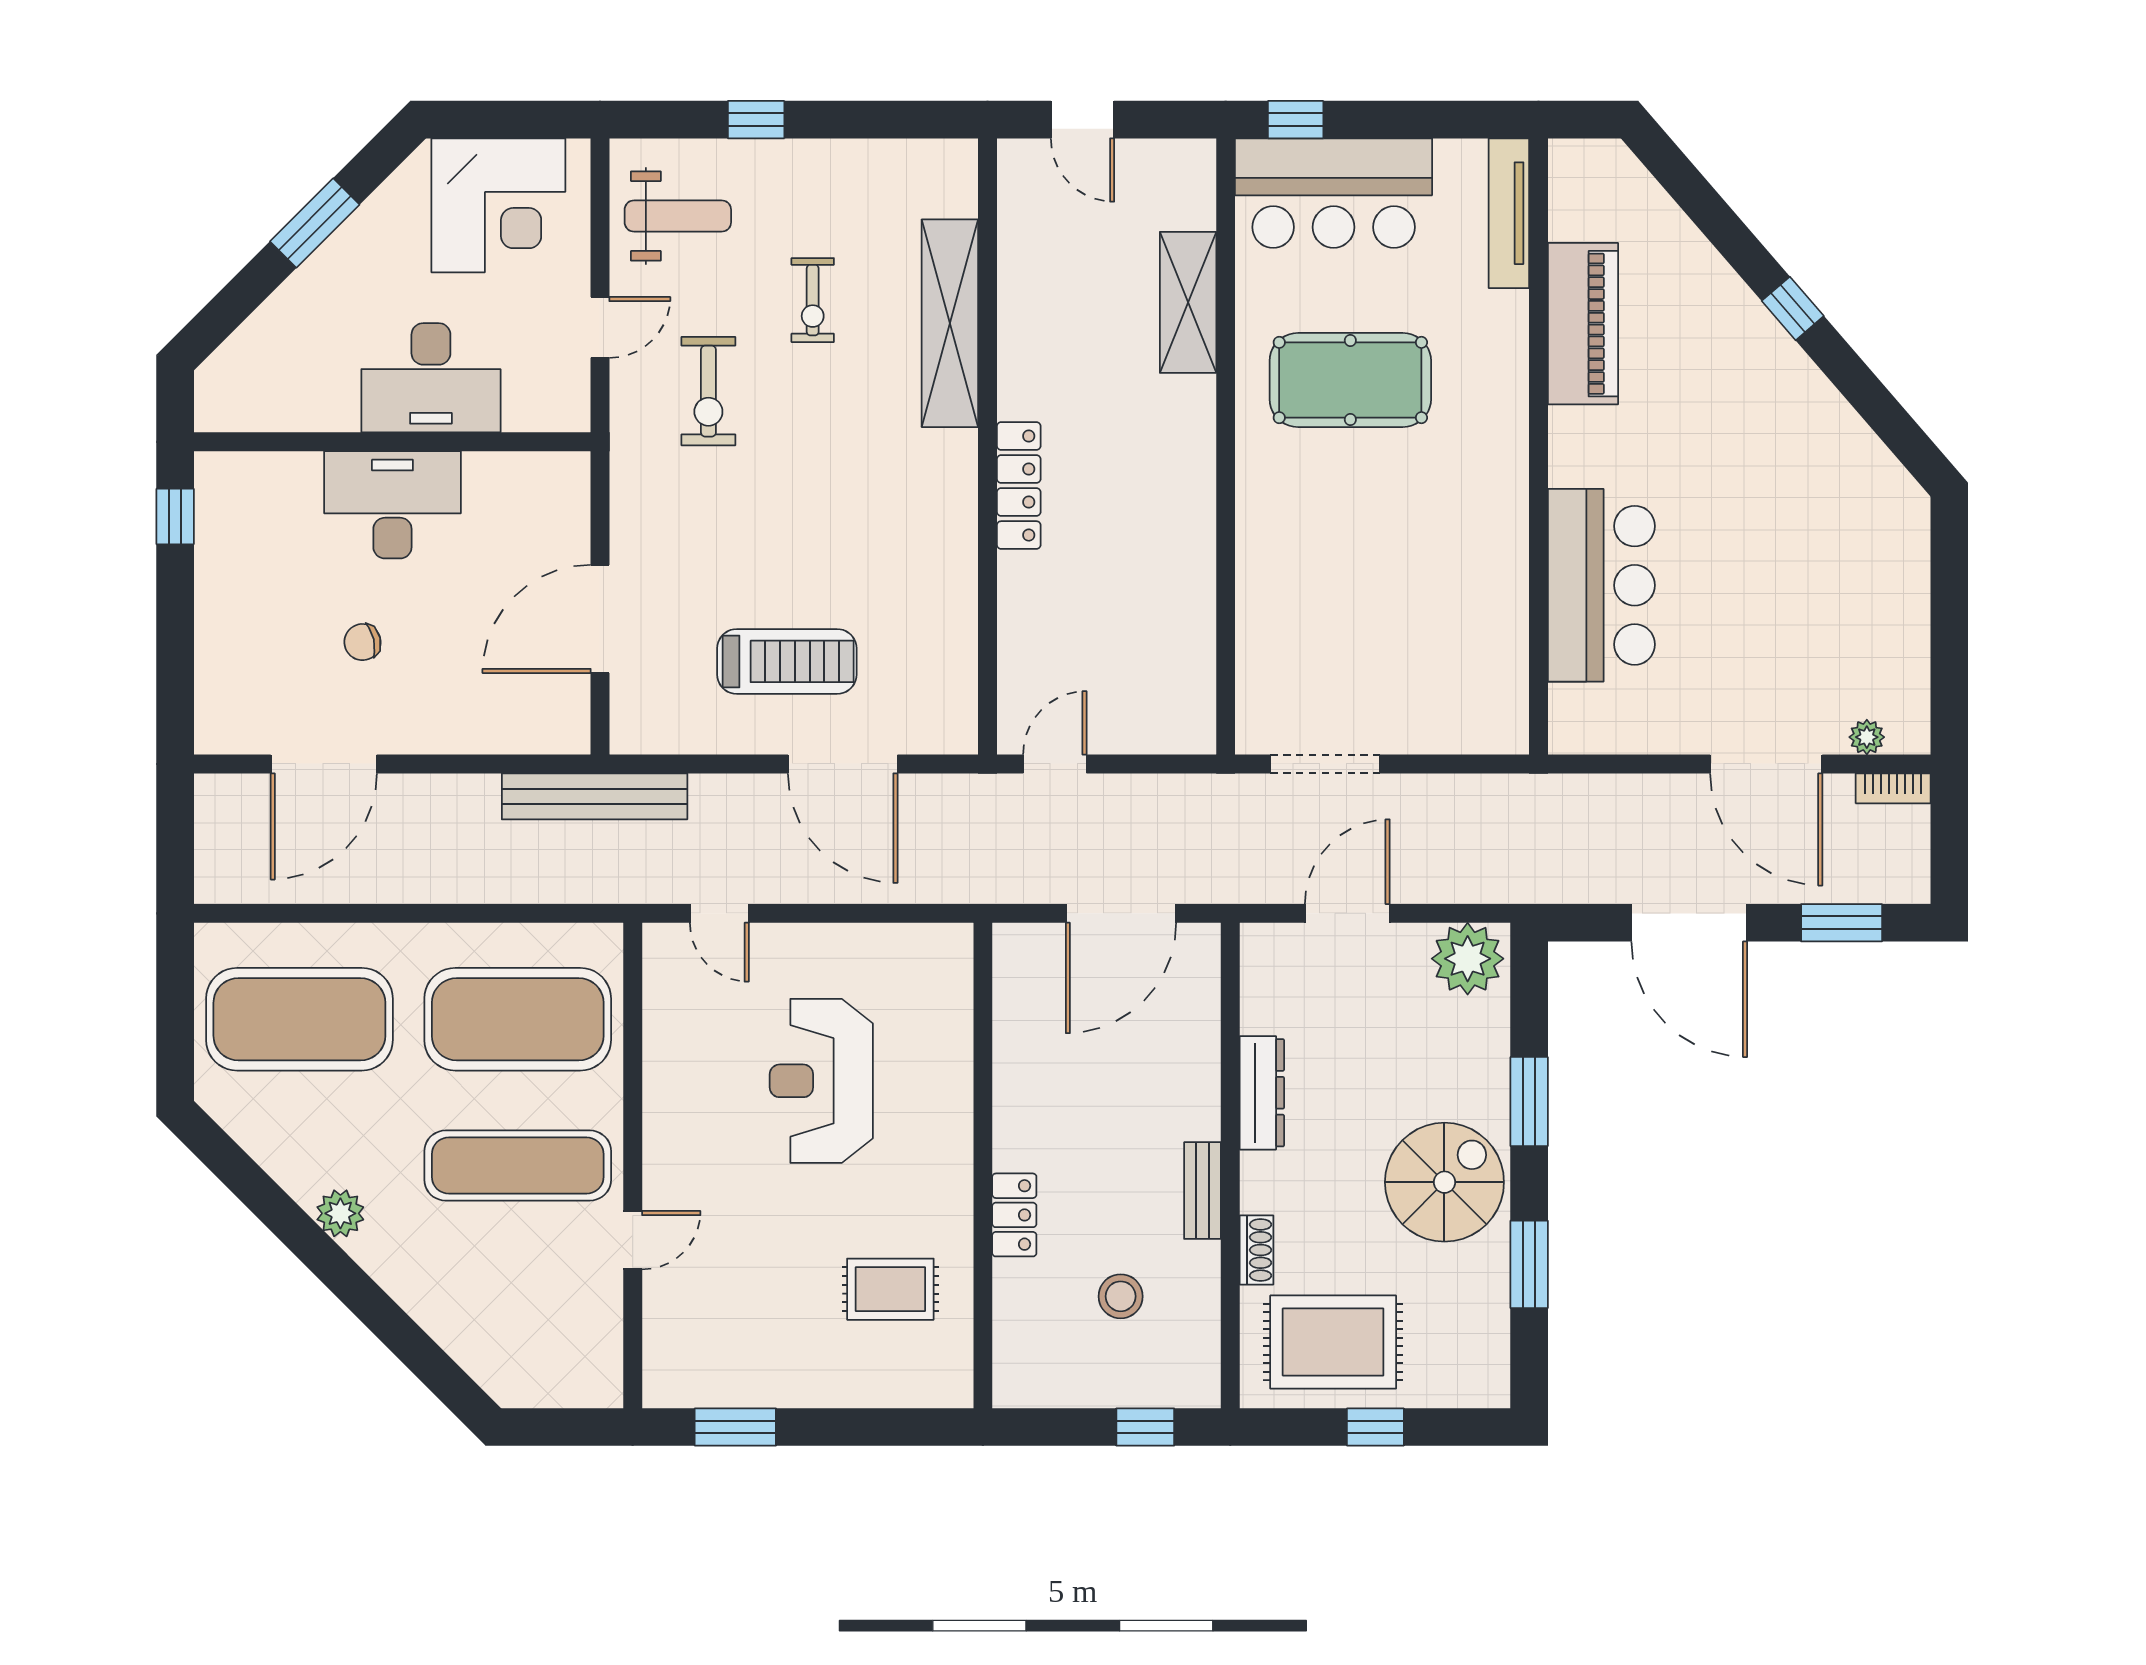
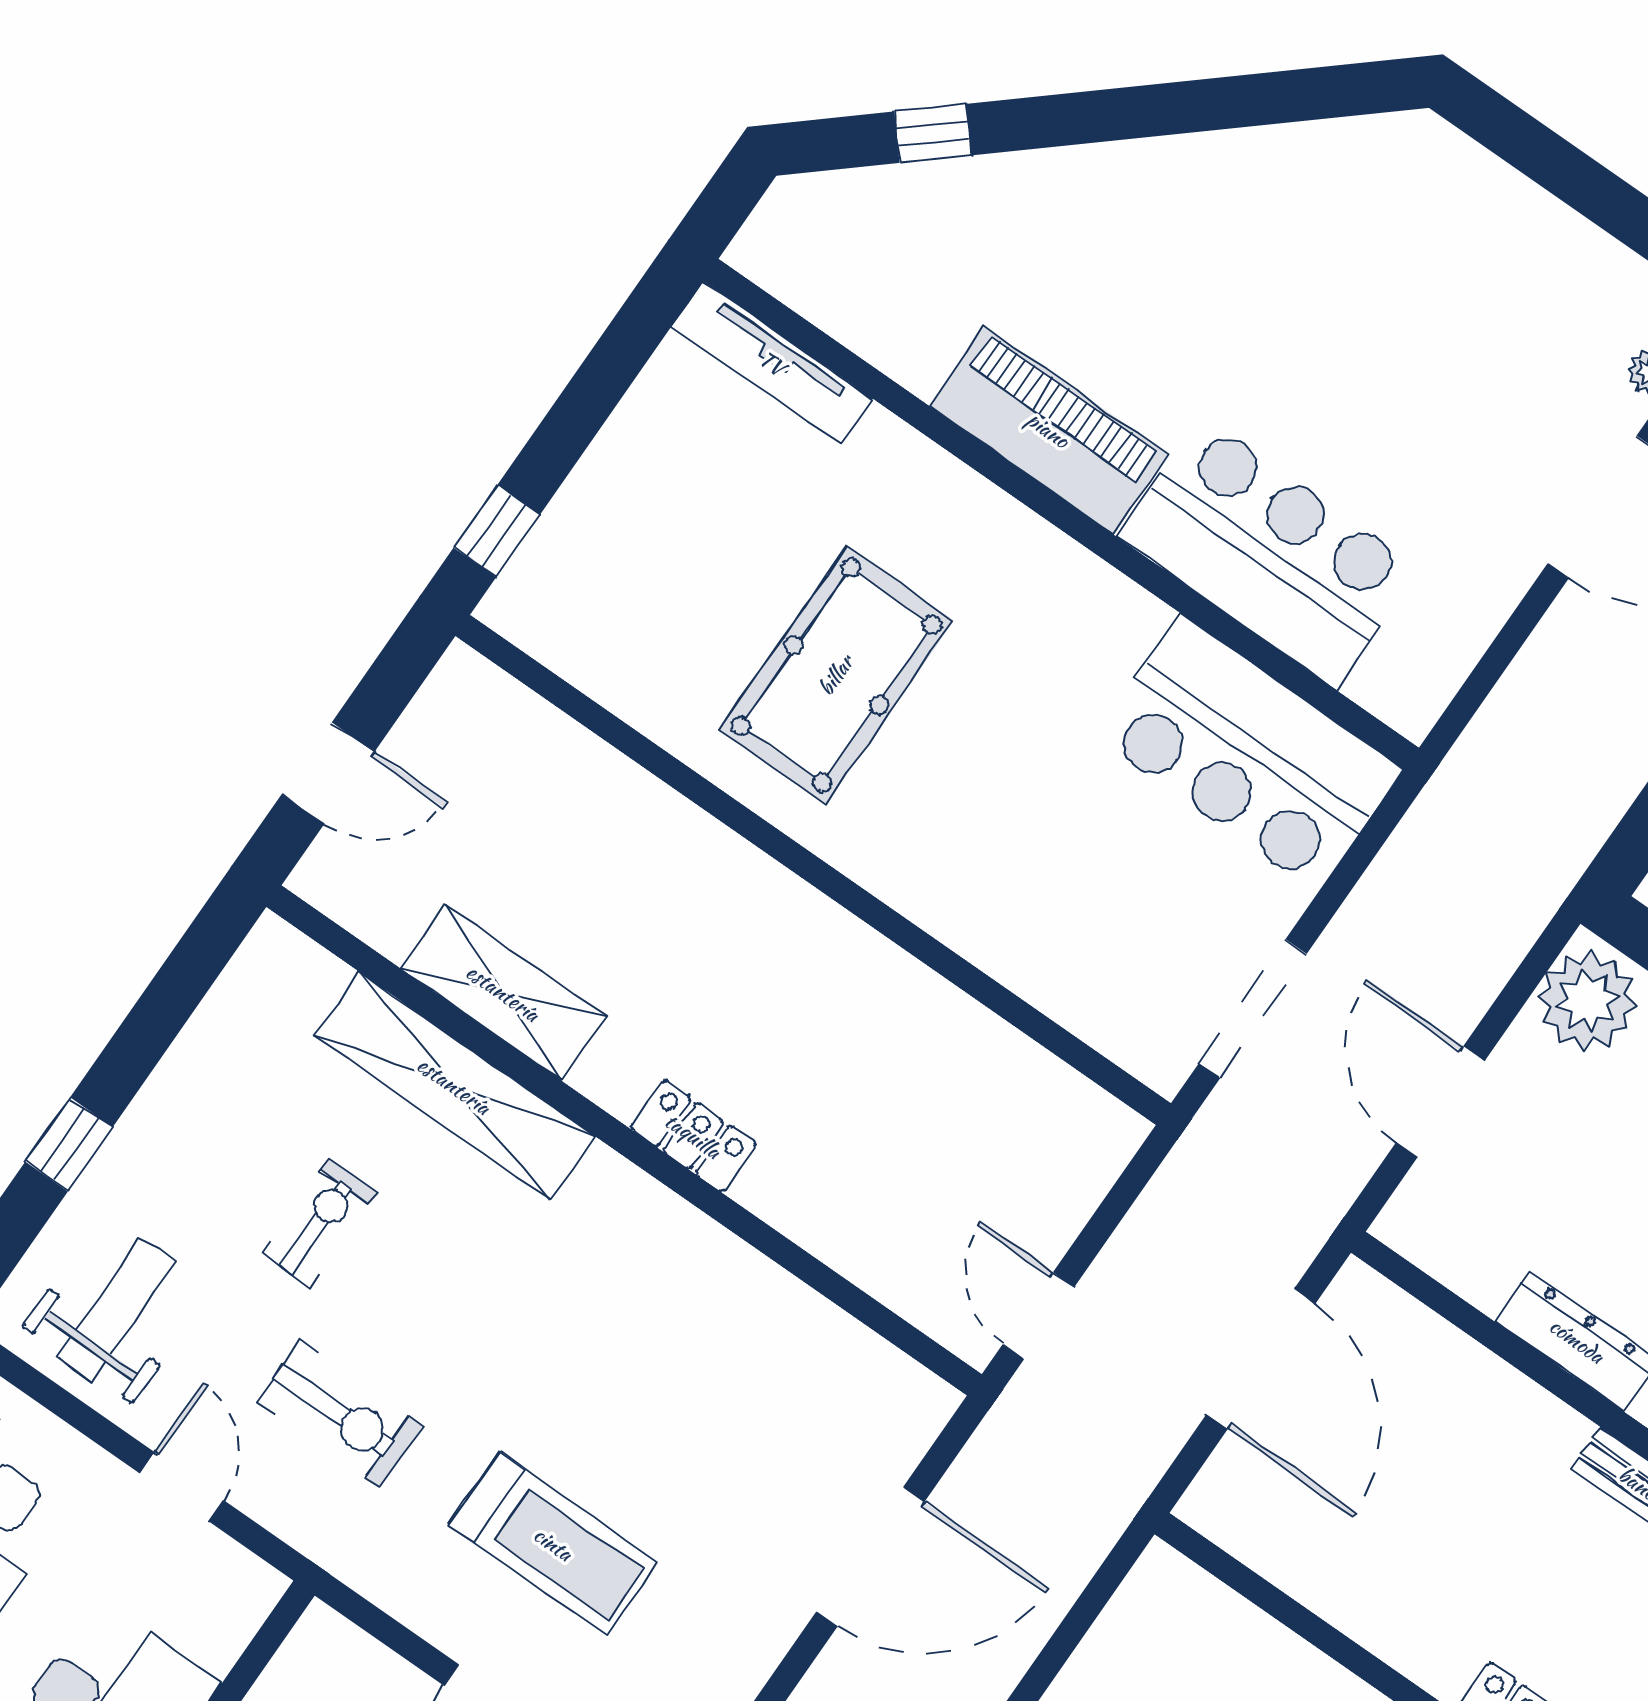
bar counter: (1334, 193) -> (1249, 753), moved, turned 90
exercise bike: (813, 300) -> (319, 1223), turned -90
shelving: (1188, 302) -> (503, 993), moved
window: (1793, 308) -> (933, 133), moved
piano: (1583, 324) -> (1048, 430), moved
locker: (1019, 486) -> (693, 1136), width x0.66
treadmill: (787, 661) -> (553, 1544), moved, turned 90

